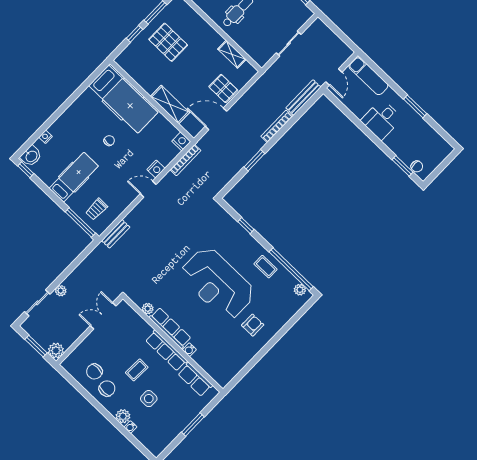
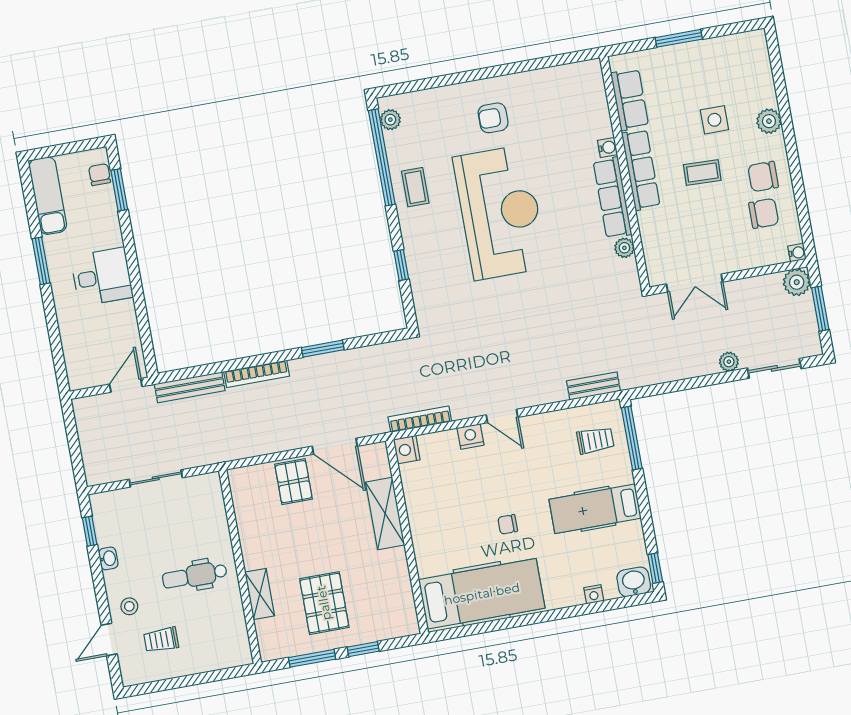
shelving: (232, 54) -> (260, 594), moved
exam couch: (368, 76) -> (48, 196), moved
hospital bed: (123, 99) -> (482, 594), moved, turned 90
water cooler: (130, 427) -> (797, 253), moved

